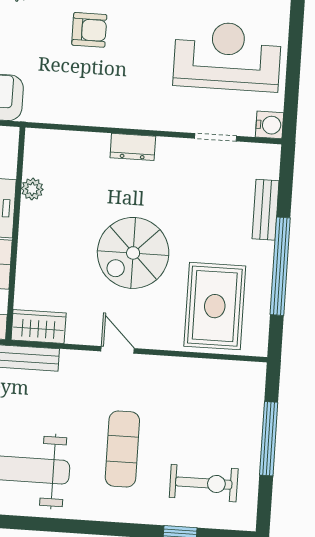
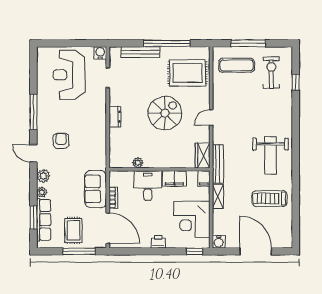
bench: (266, 210) -> (140, 52), width x1.36
spiral stairs: (133, 253) -> (165, 113), turned -90
exercise mat: (122, 449) -> (237, 65), moved

